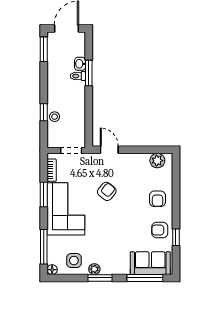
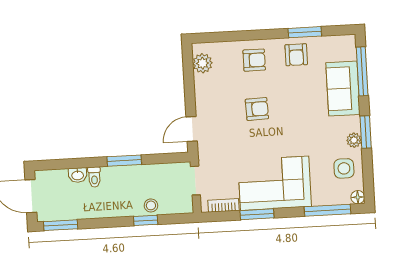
window: (89, 73) -> (124, 161), moved
armchair: (107, 191) -> (257, 109), moved, turned 139
window: (176, 237) -> (305, 32), width x1.50
sofa: (150, 263) -> (343, 89), moved

